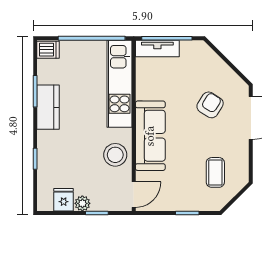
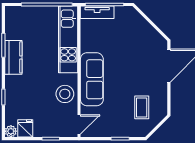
dishwasher: (48, 50) -> (13, 13), removed
armchair: (210, 105) -> (138, 56), removed
plant: (82, 203) -> (11, 131), moved

